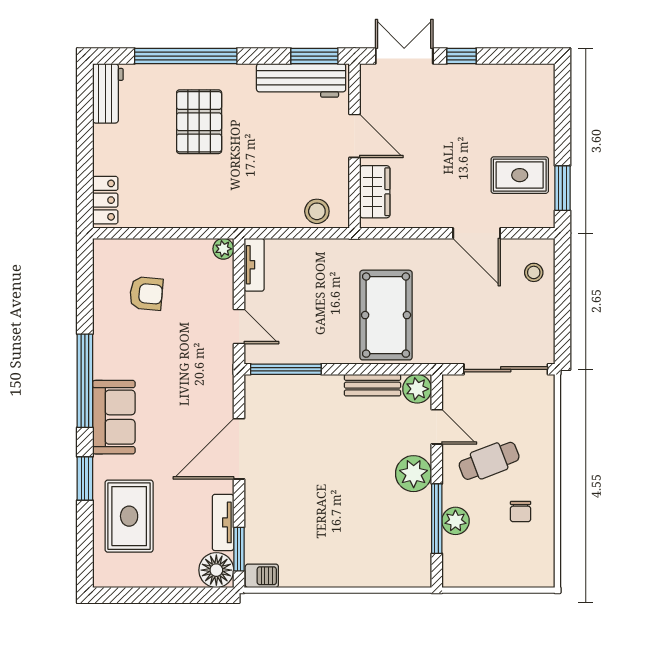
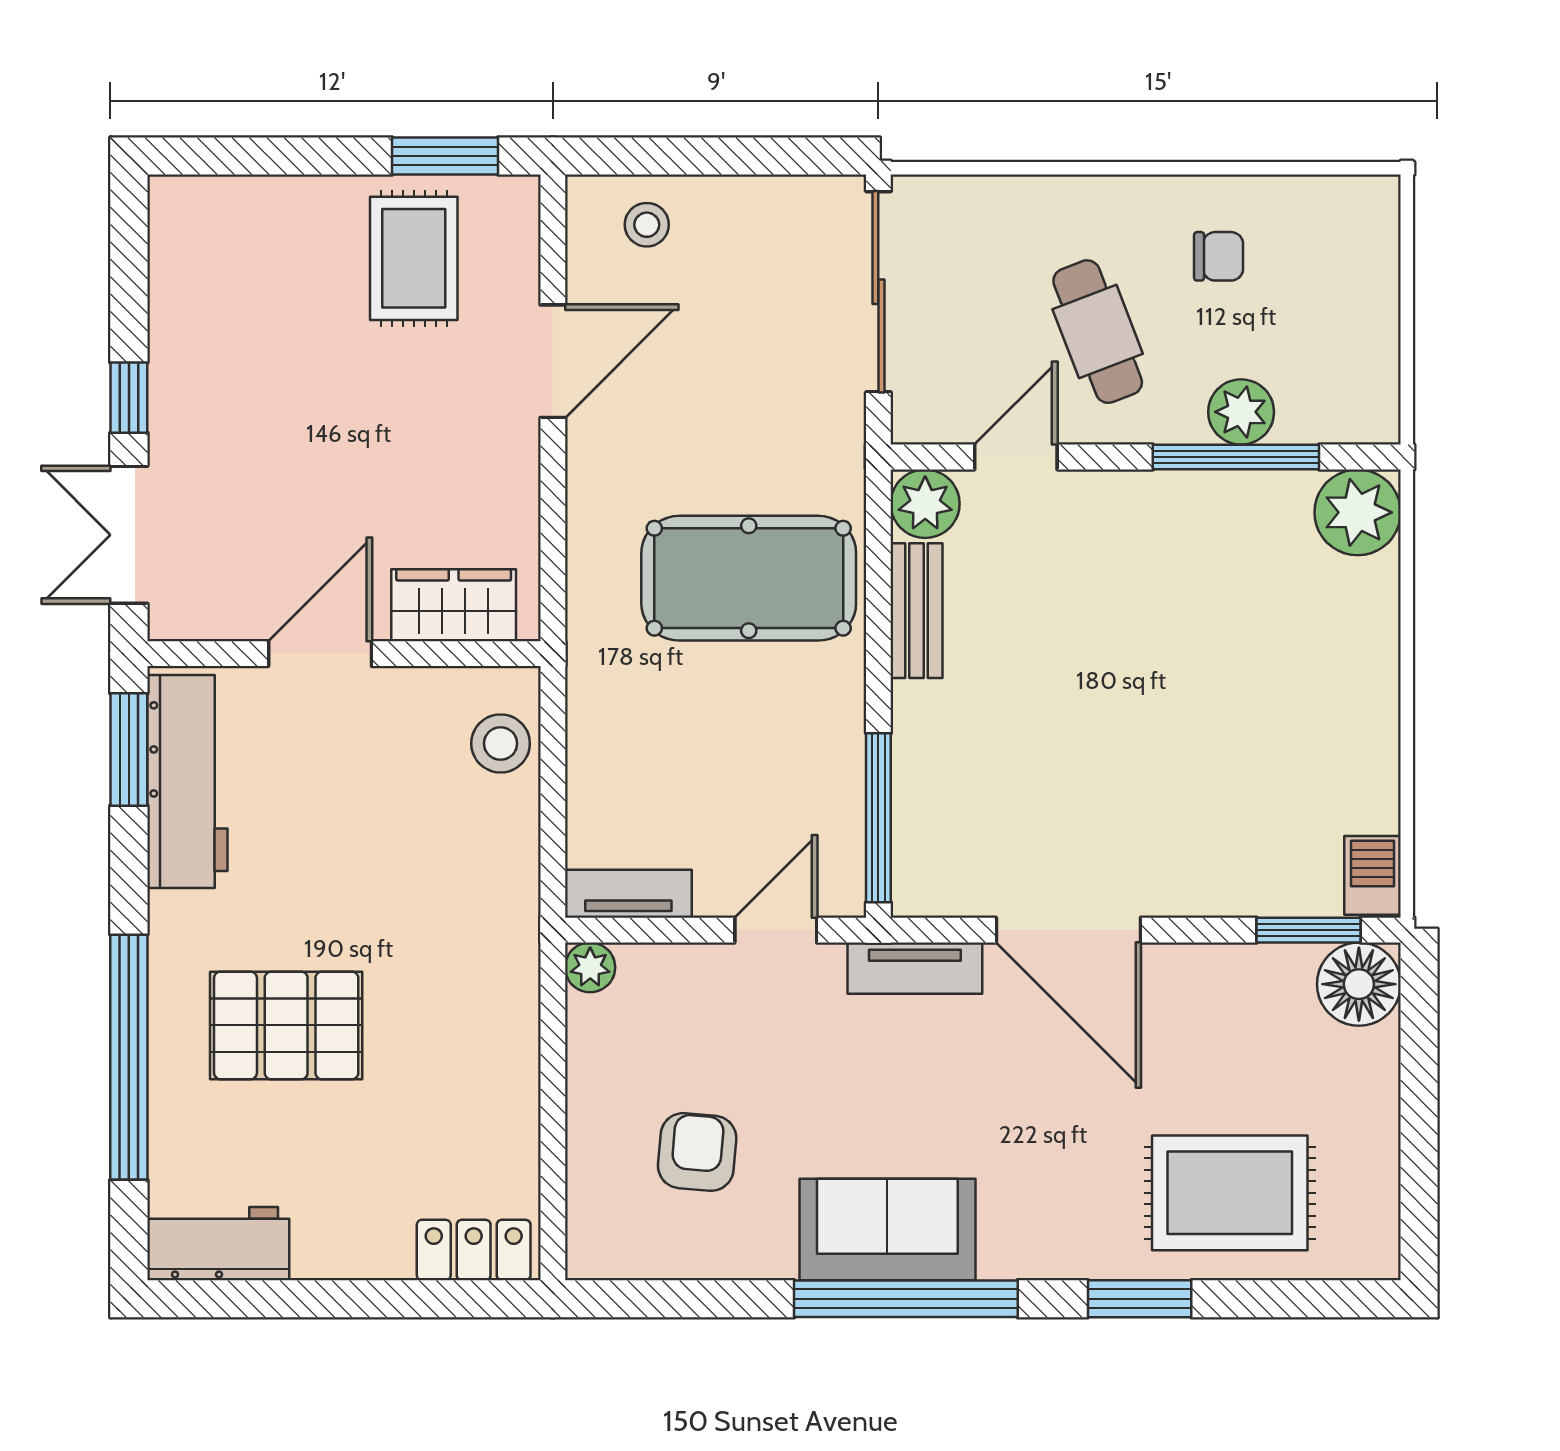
sofa: (114, 417) -> (887, 1229), moved
plant: (414, 474) -> (1358, 512), moved
tv unit: (223, 522) -> (915, 968), moved

